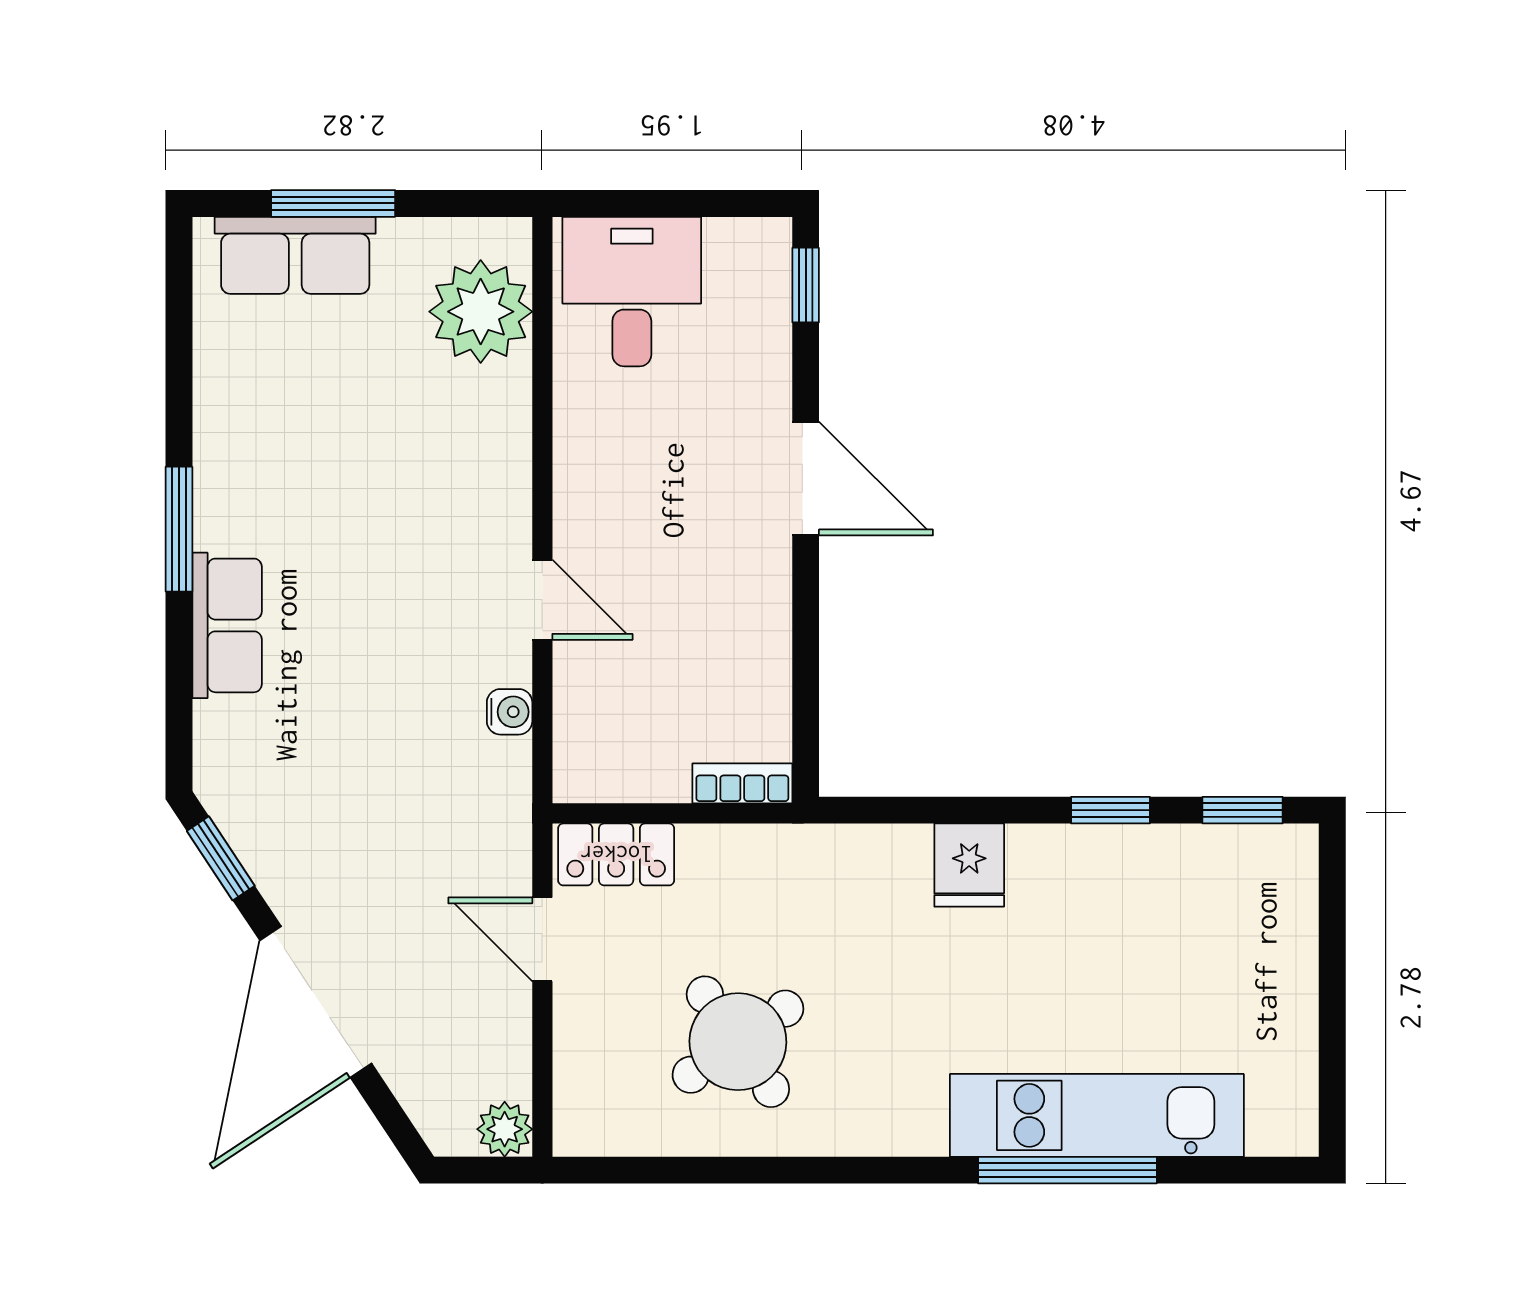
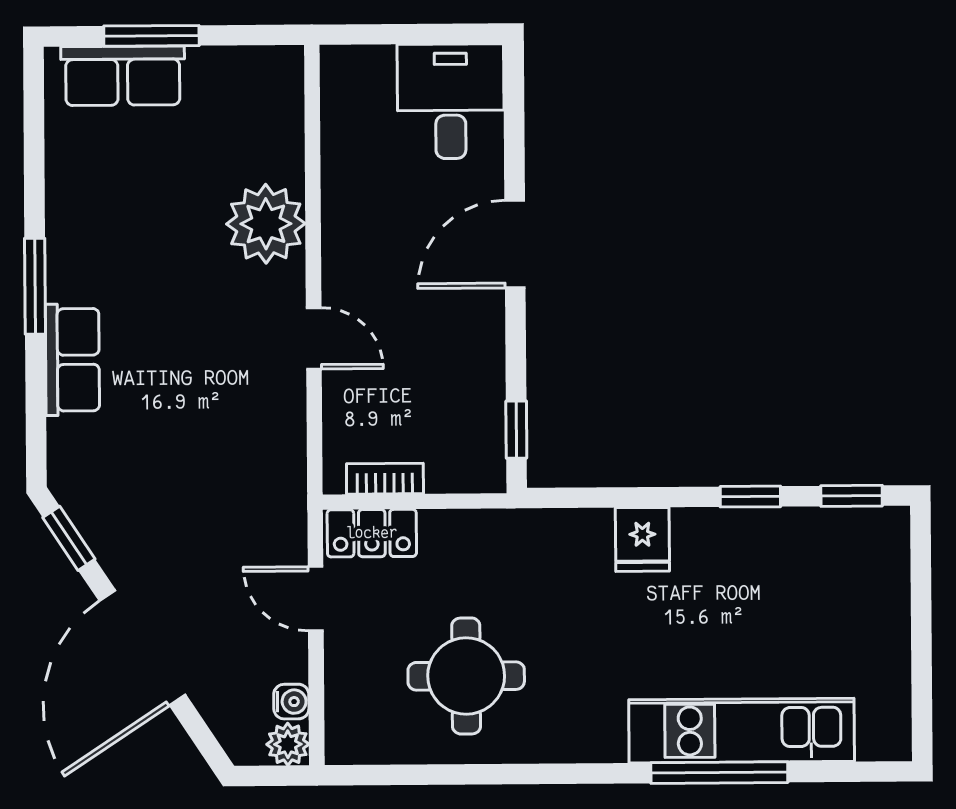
window: (806, 285) -> (516, 430), moved
desk: (632, 292) -> (451, 101), moved
plant: (481, 312) -> (266, 224), moved
door: (806, 479) -> (515, 244), swing flipped
water cooler: (510, 712) -> (291, 702), moved
bookcase: (742, 783) -> (385, 479), moved
round table: (738, 1042) -> (466, 676), turned 35

